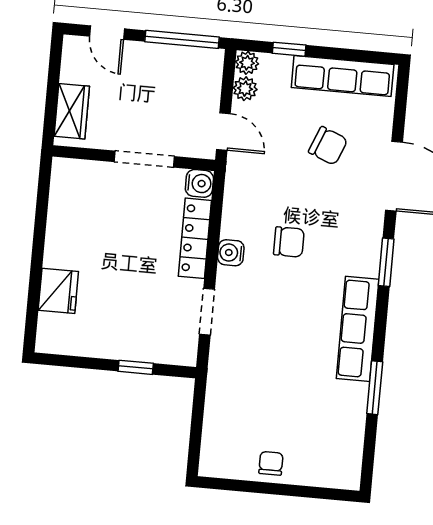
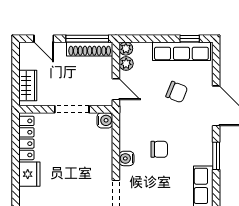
window: (289, 49) -> (190, 39), moved
shoe rack: (184, 58) -> (90, 49), added
locker: (195, 238) -> (26, 138), moved, turned 180
fridge: (58, 291) -> (29, 174), moved

